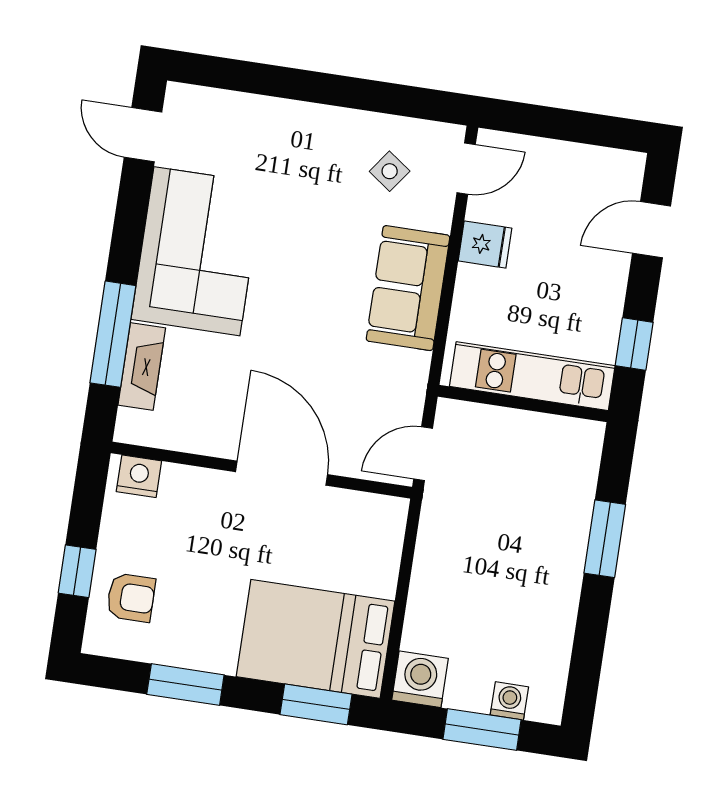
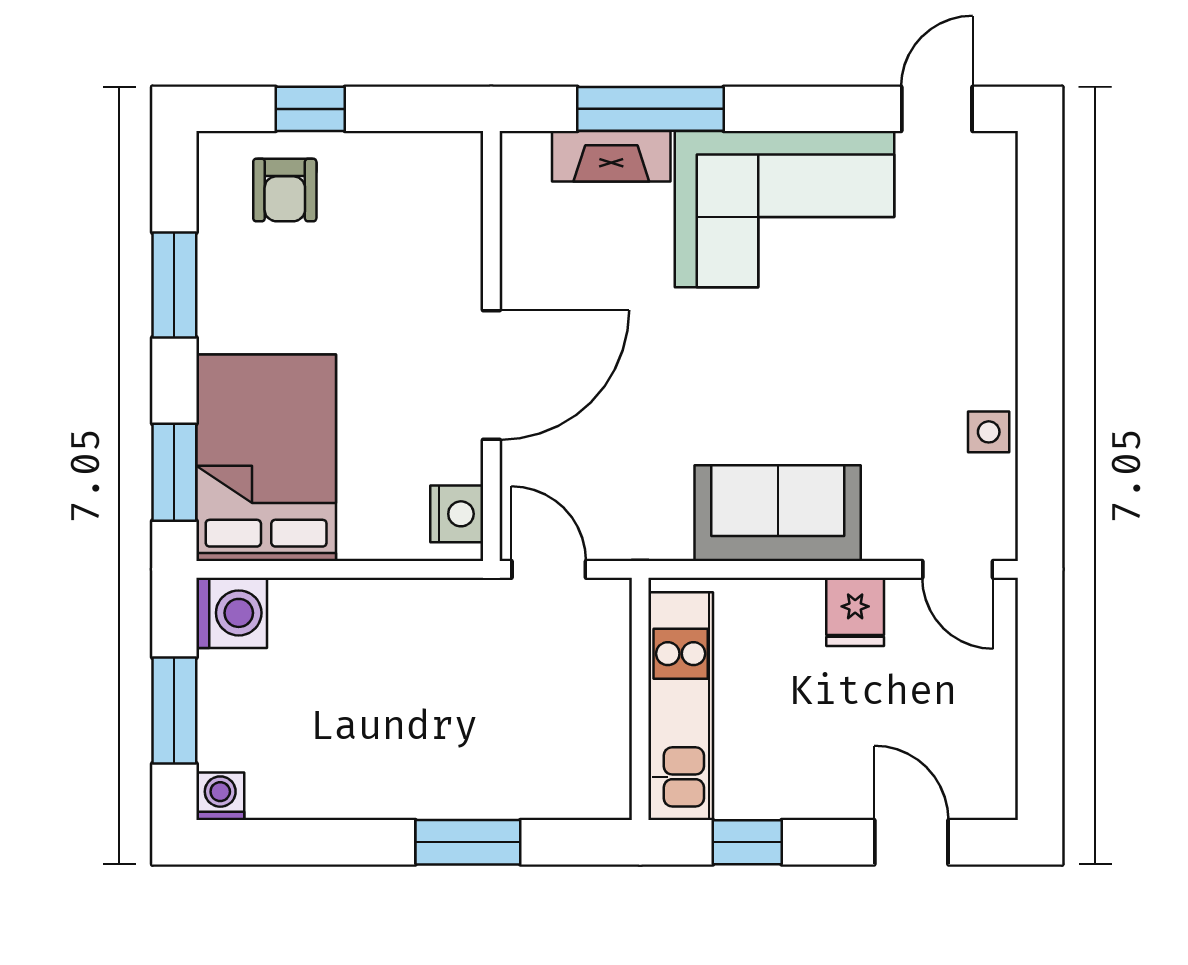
side table: (390, 171) -> (989, 432), moved, turned -36
nightstand: (139, 476) -> (457, 514), moved
washing machine: (509, 701) -> (220, 796), moved, turned -90

